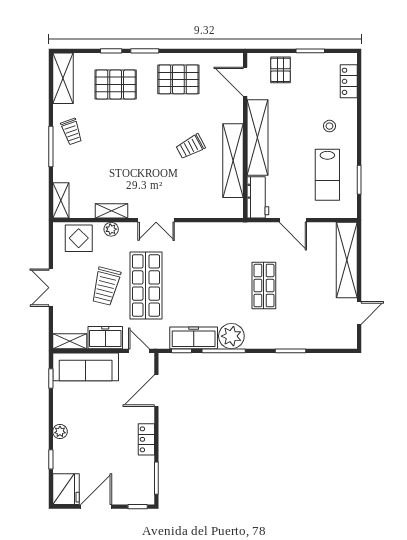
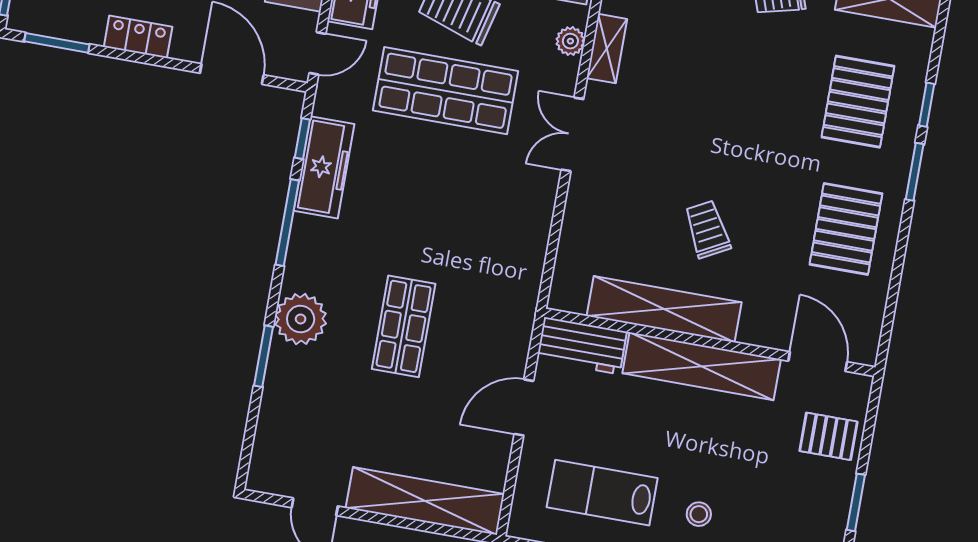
door: (245, 82) -> (818, 361), hinge flipped
shop shelf: (264, 286) -> (404, 326), turned 90
plant: (231, 336) -> (301, 319), moved

